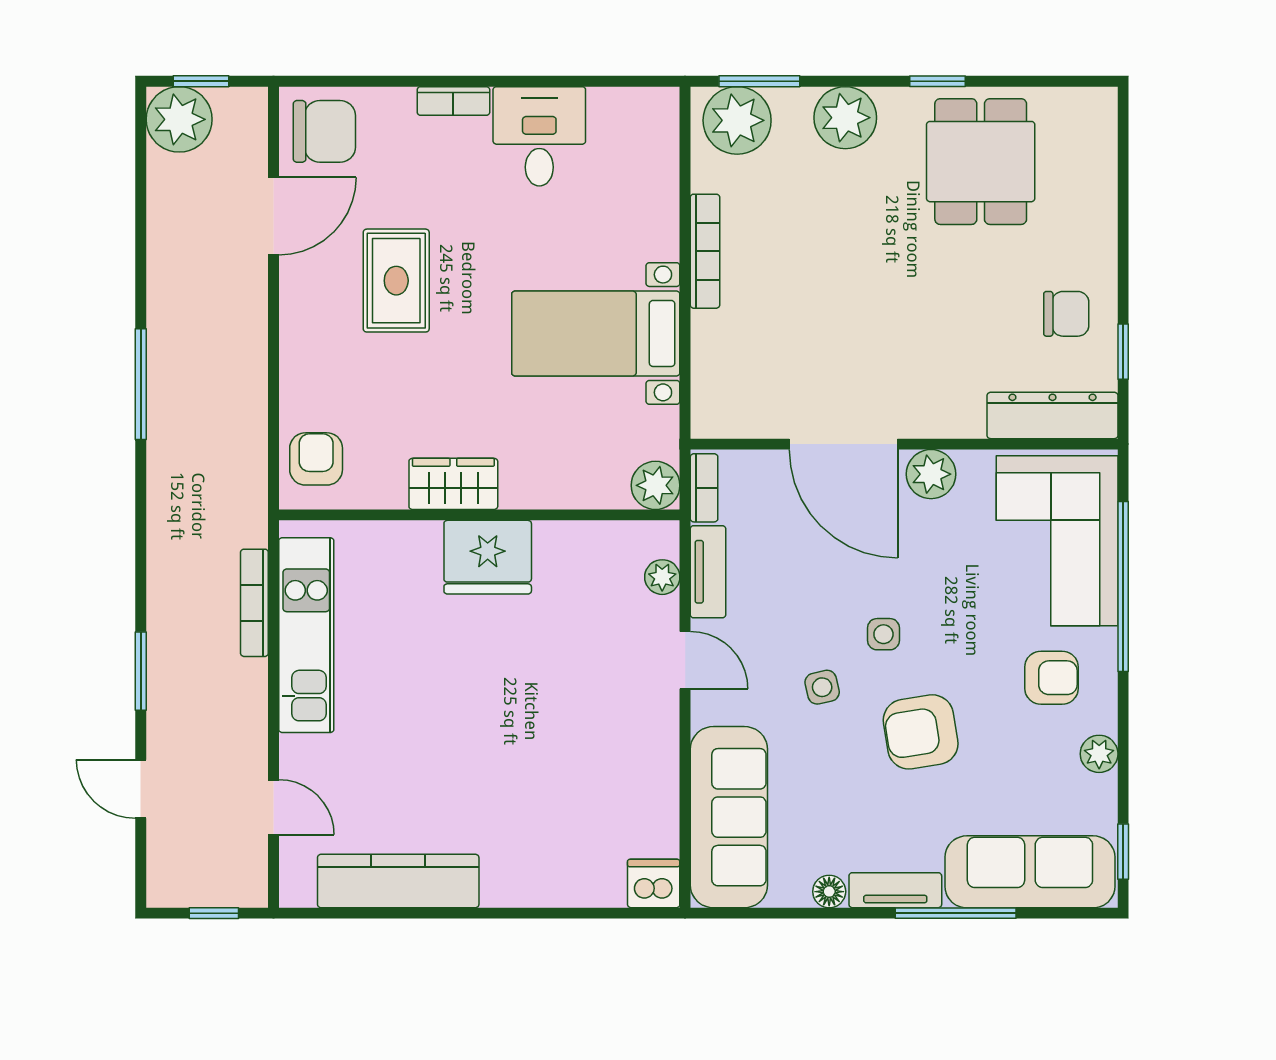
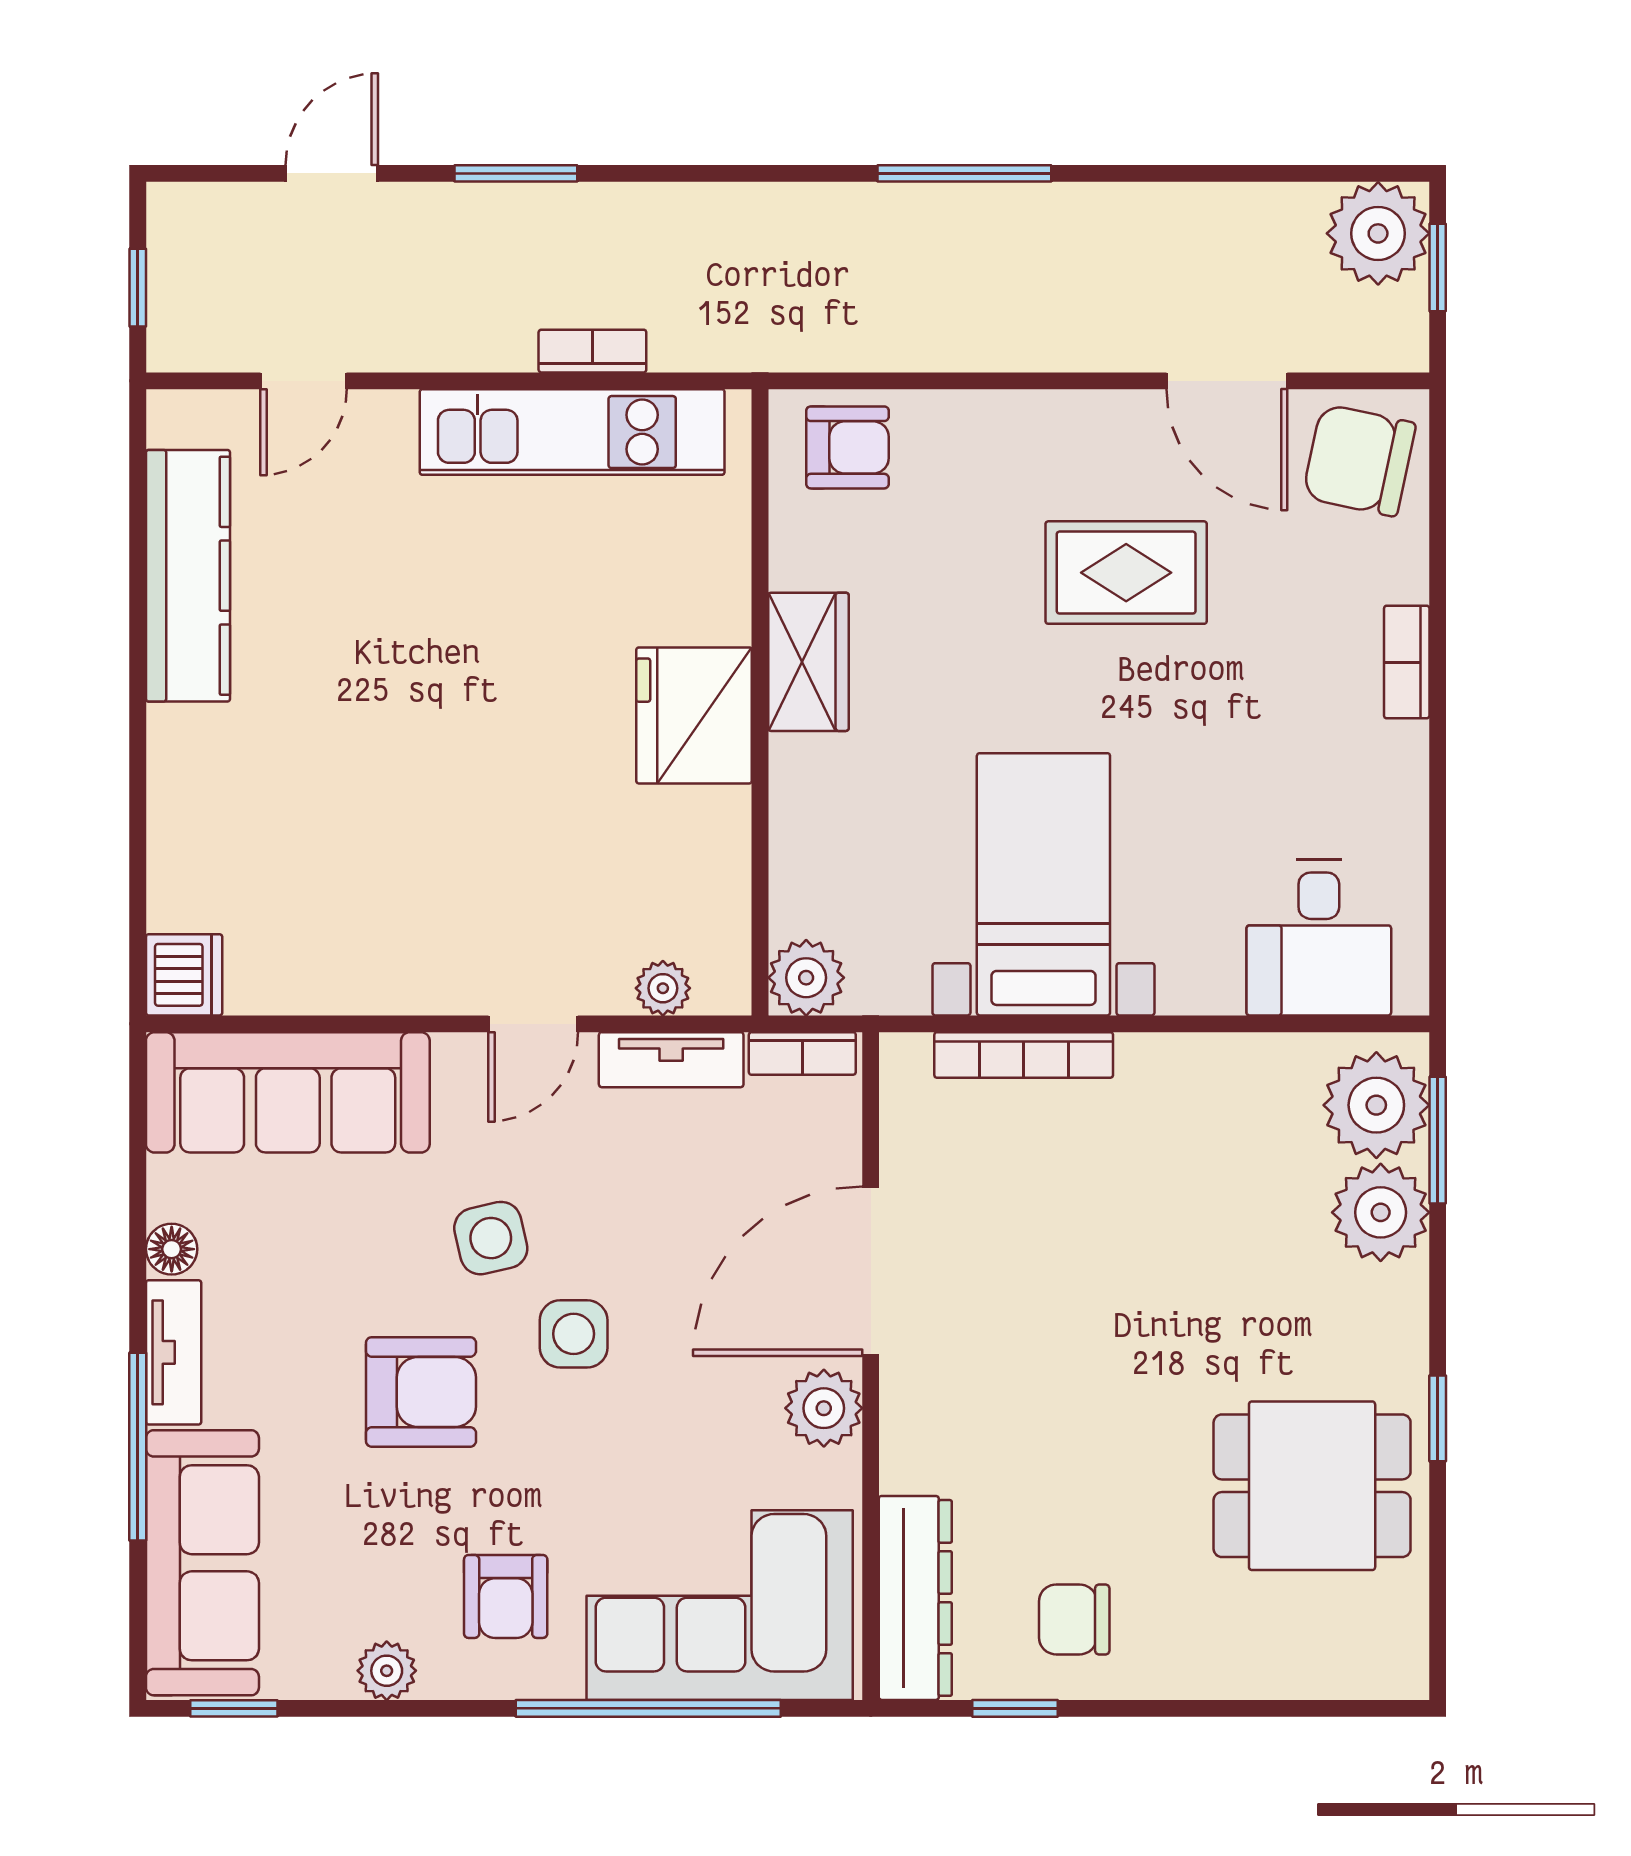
plant: (845, 118) -> (1381, 1212), moved
chair: (324, 131) -> (1359, 460), turned 102
desk: (539, 136) -> (1319, 938), moved, turned 90
bookcase: (705, 251) -> (1024, 1055), moved
chair: (1066, 314) -> (1074, 1619), turned 90
bookcase: (254, 603) -> (592, 351), width x0.64
side table: (883, 634) -> (574, 1334), width x1.37, depth x1.37
side table: (822, 687) -> (491, 1238), width x1.37, depth x1.37
armchair: (921, 732) -> (421, 1392), turned 99

